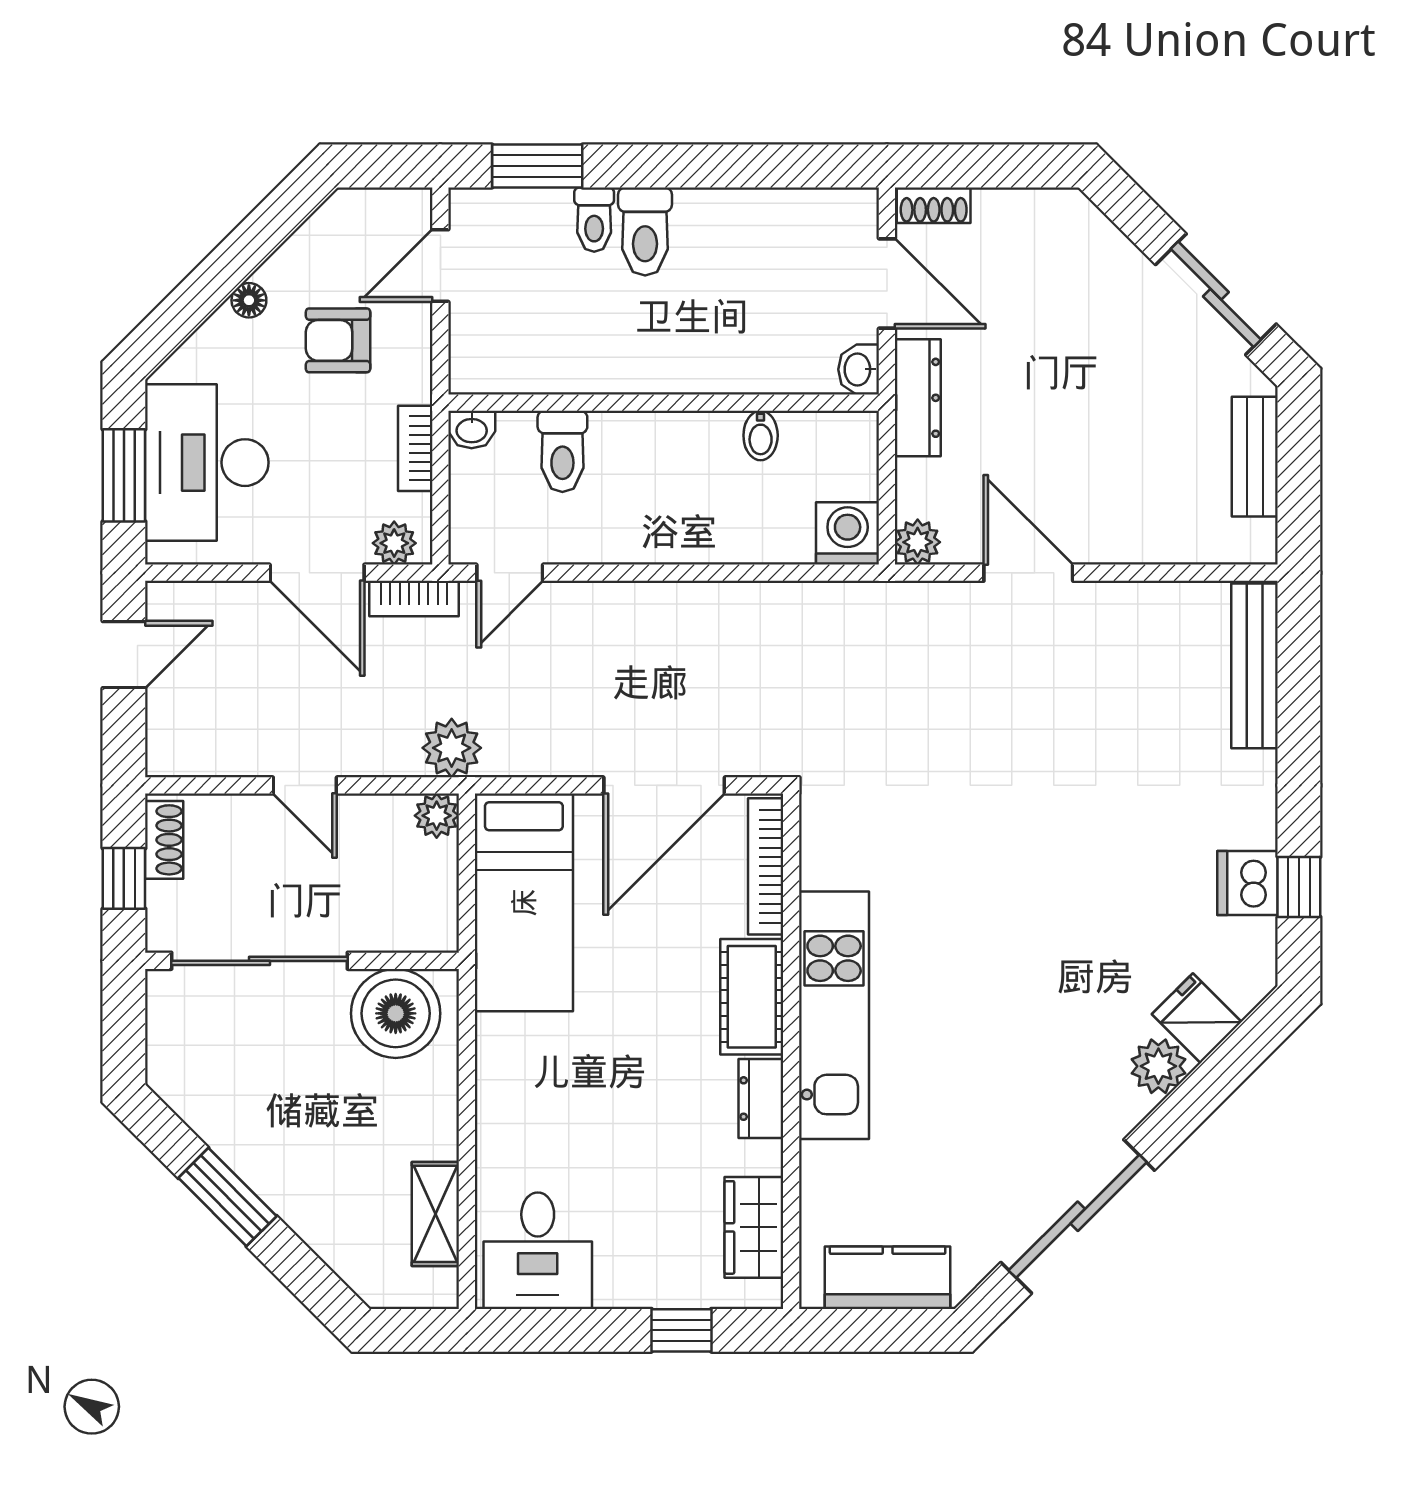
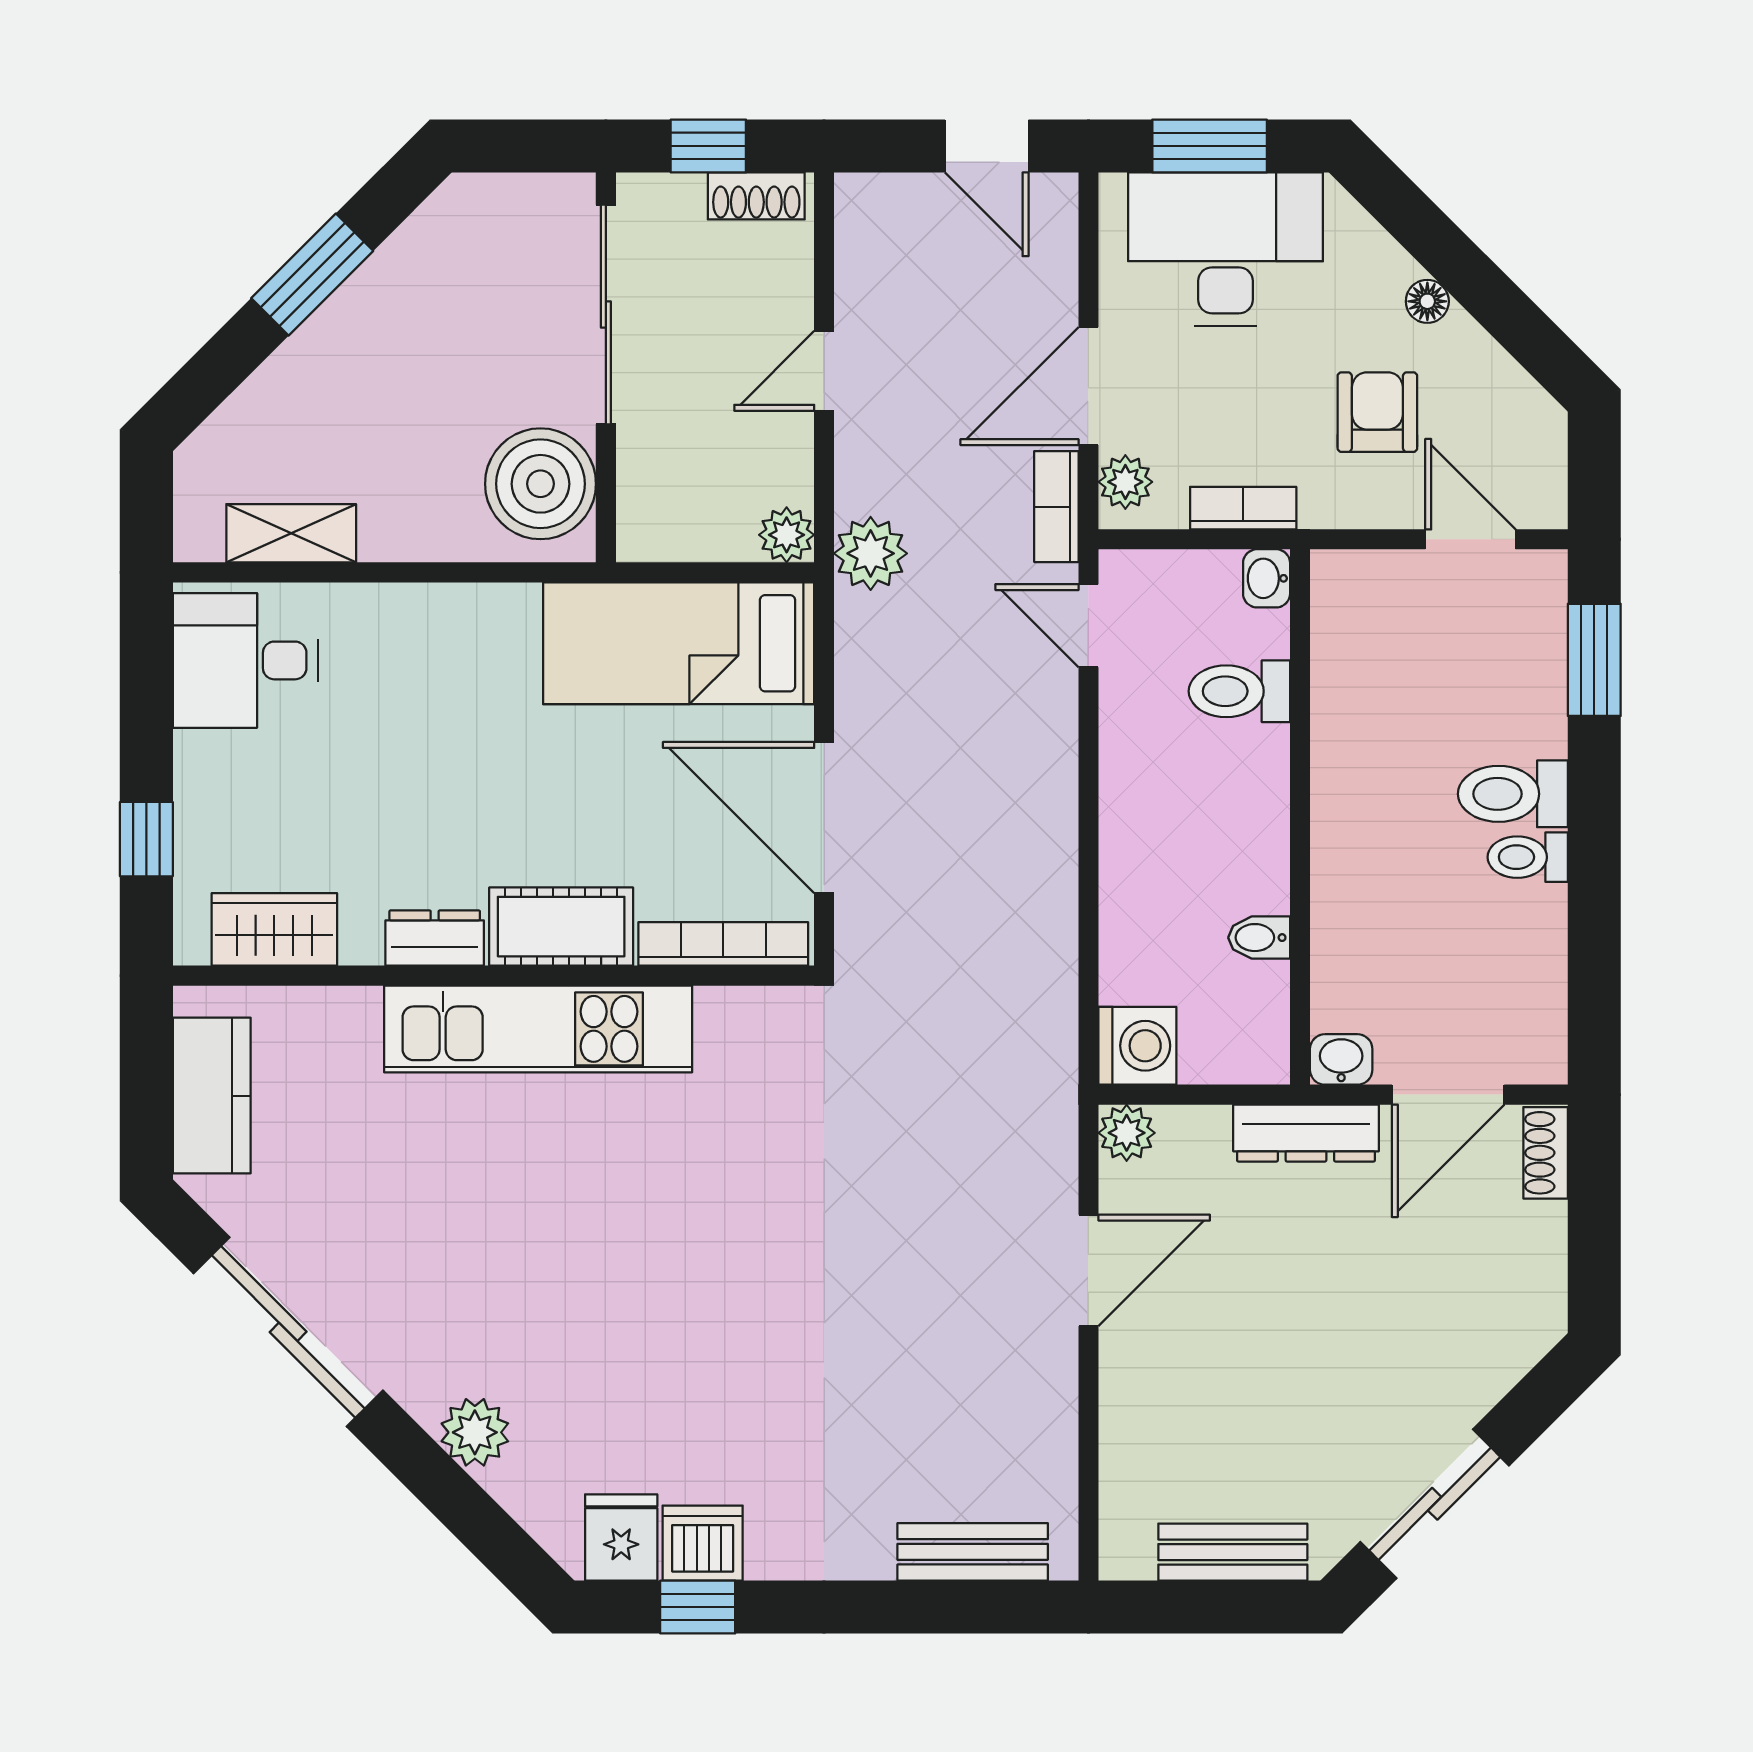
toilet: (594, 220) -> (1528, 857), moved
bench: (1255, 666) -> (973, 1552), width x0.73
fridge: (1197, 1018) -> (621, 1537), moved, turned -45

